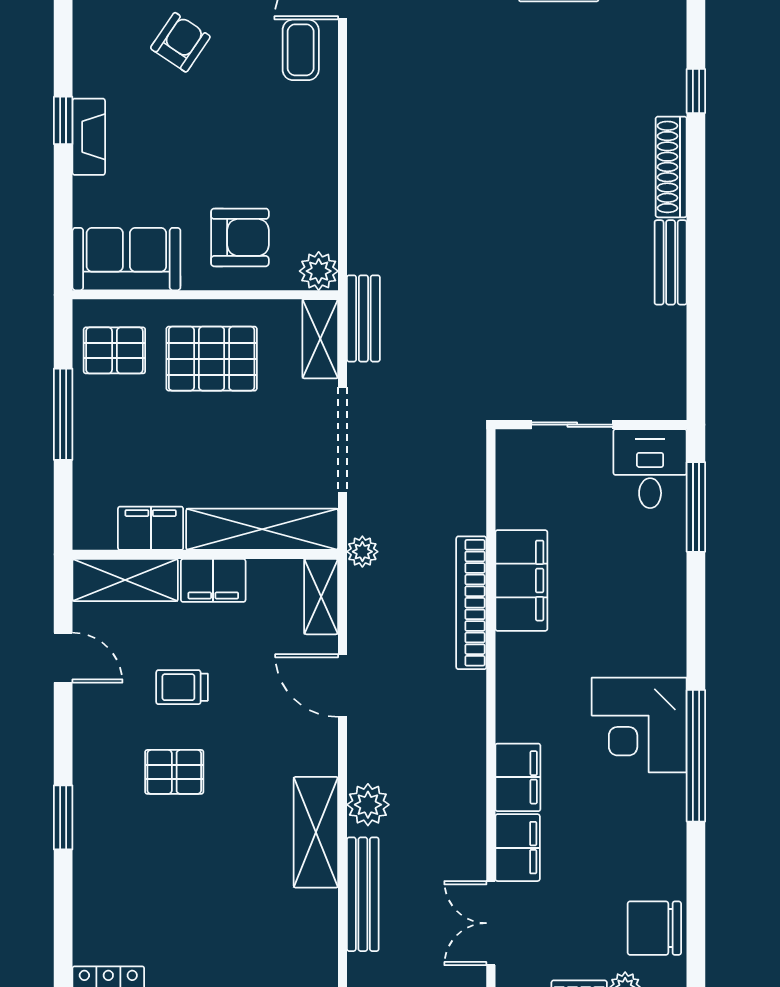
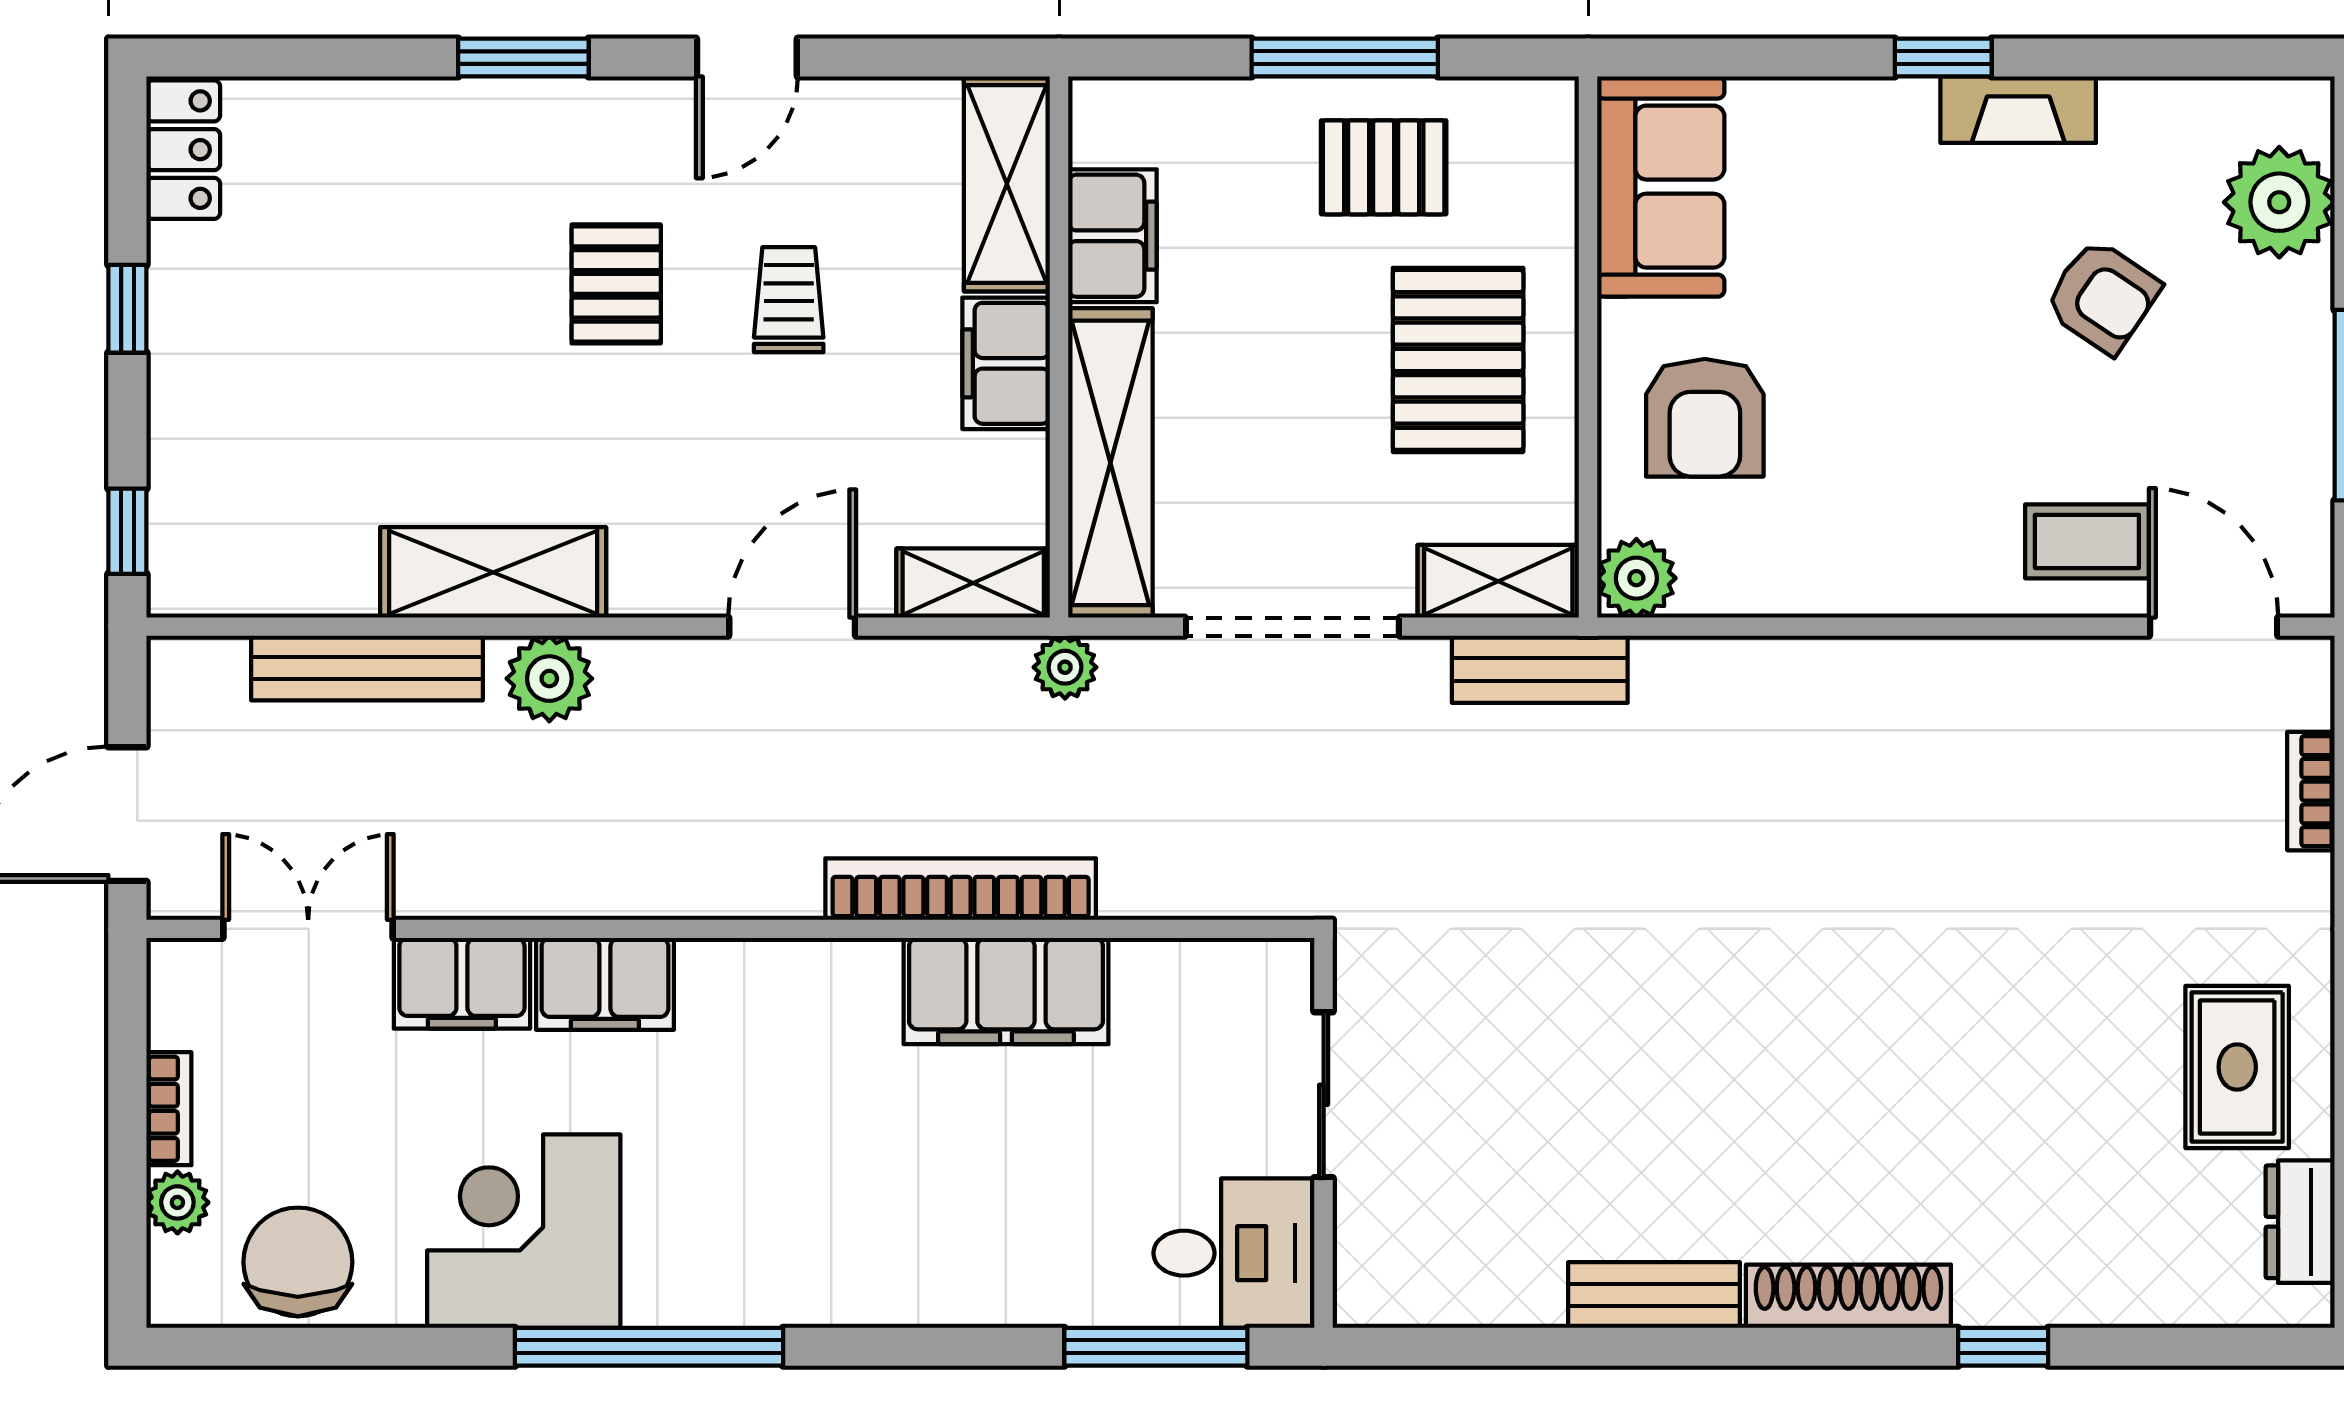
fireplace: (89, 137) -> (2018, 110), moved
pallet: (114, 350) -> (1384, 167), moved, turned 90
door: (63, 658) -> (747, 58), moved
corner desk: (639, 725) -> (524, 1231), moved

